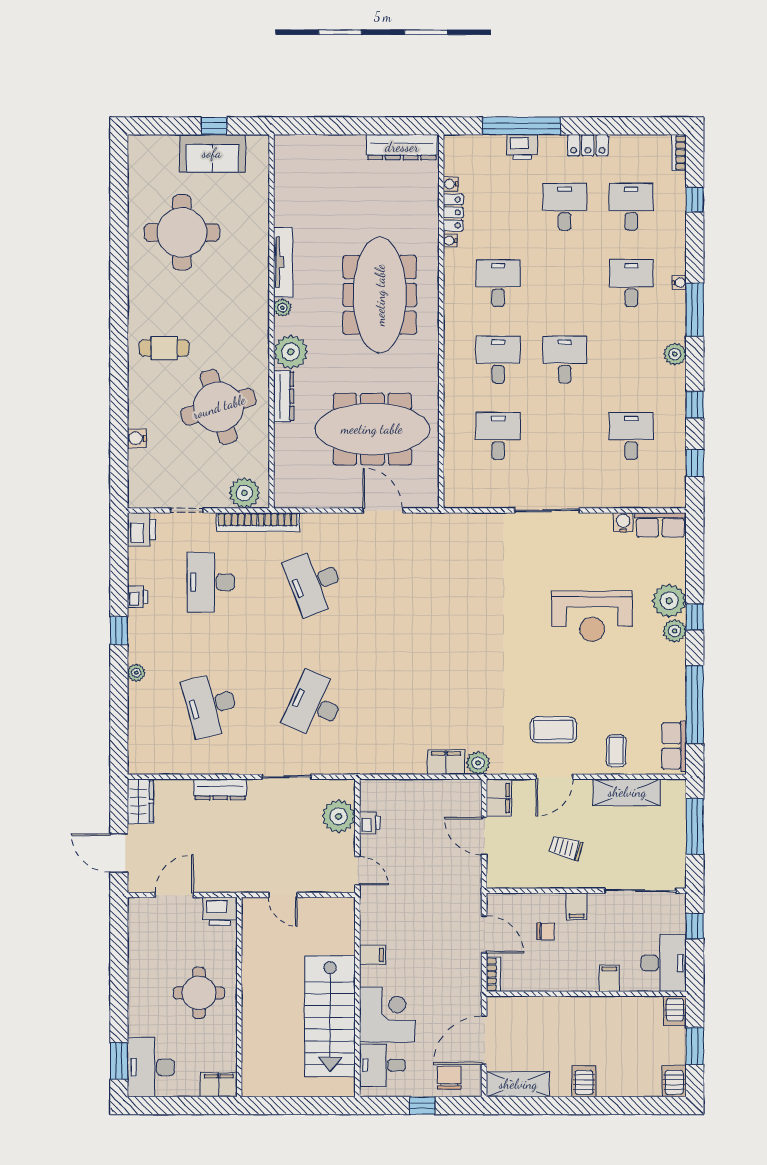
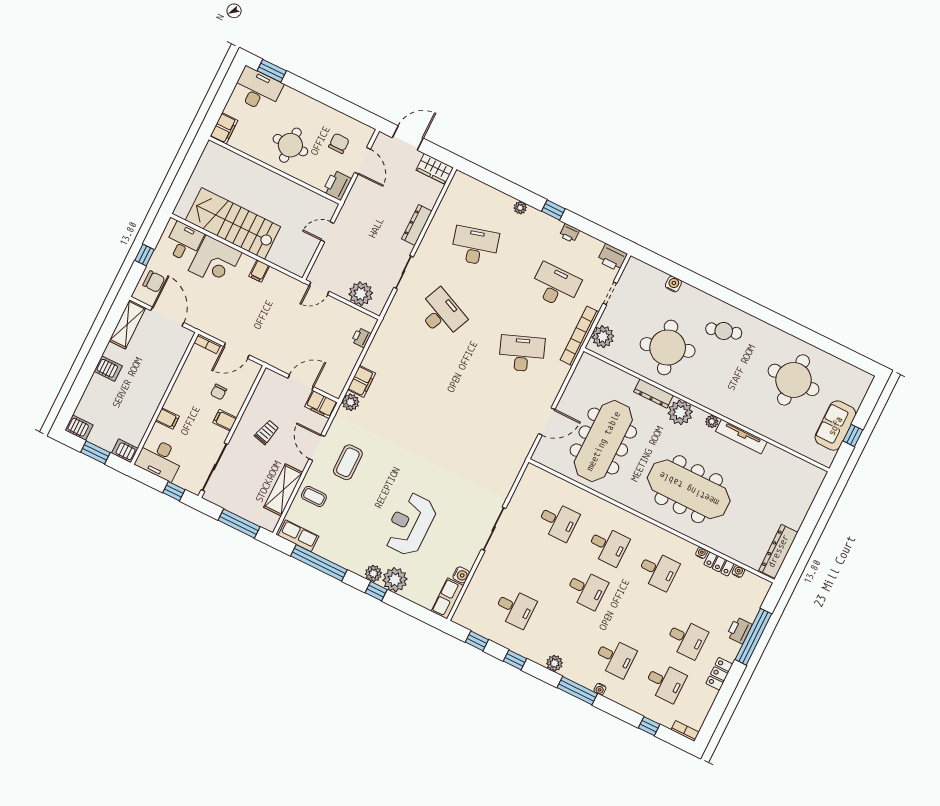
cafe table: (164, 348) -> (724, 331), turned 74
printer: (370, 823) -> (361, 338), moved, turned 90
chair: (167, 934) -> (339, 143), added

